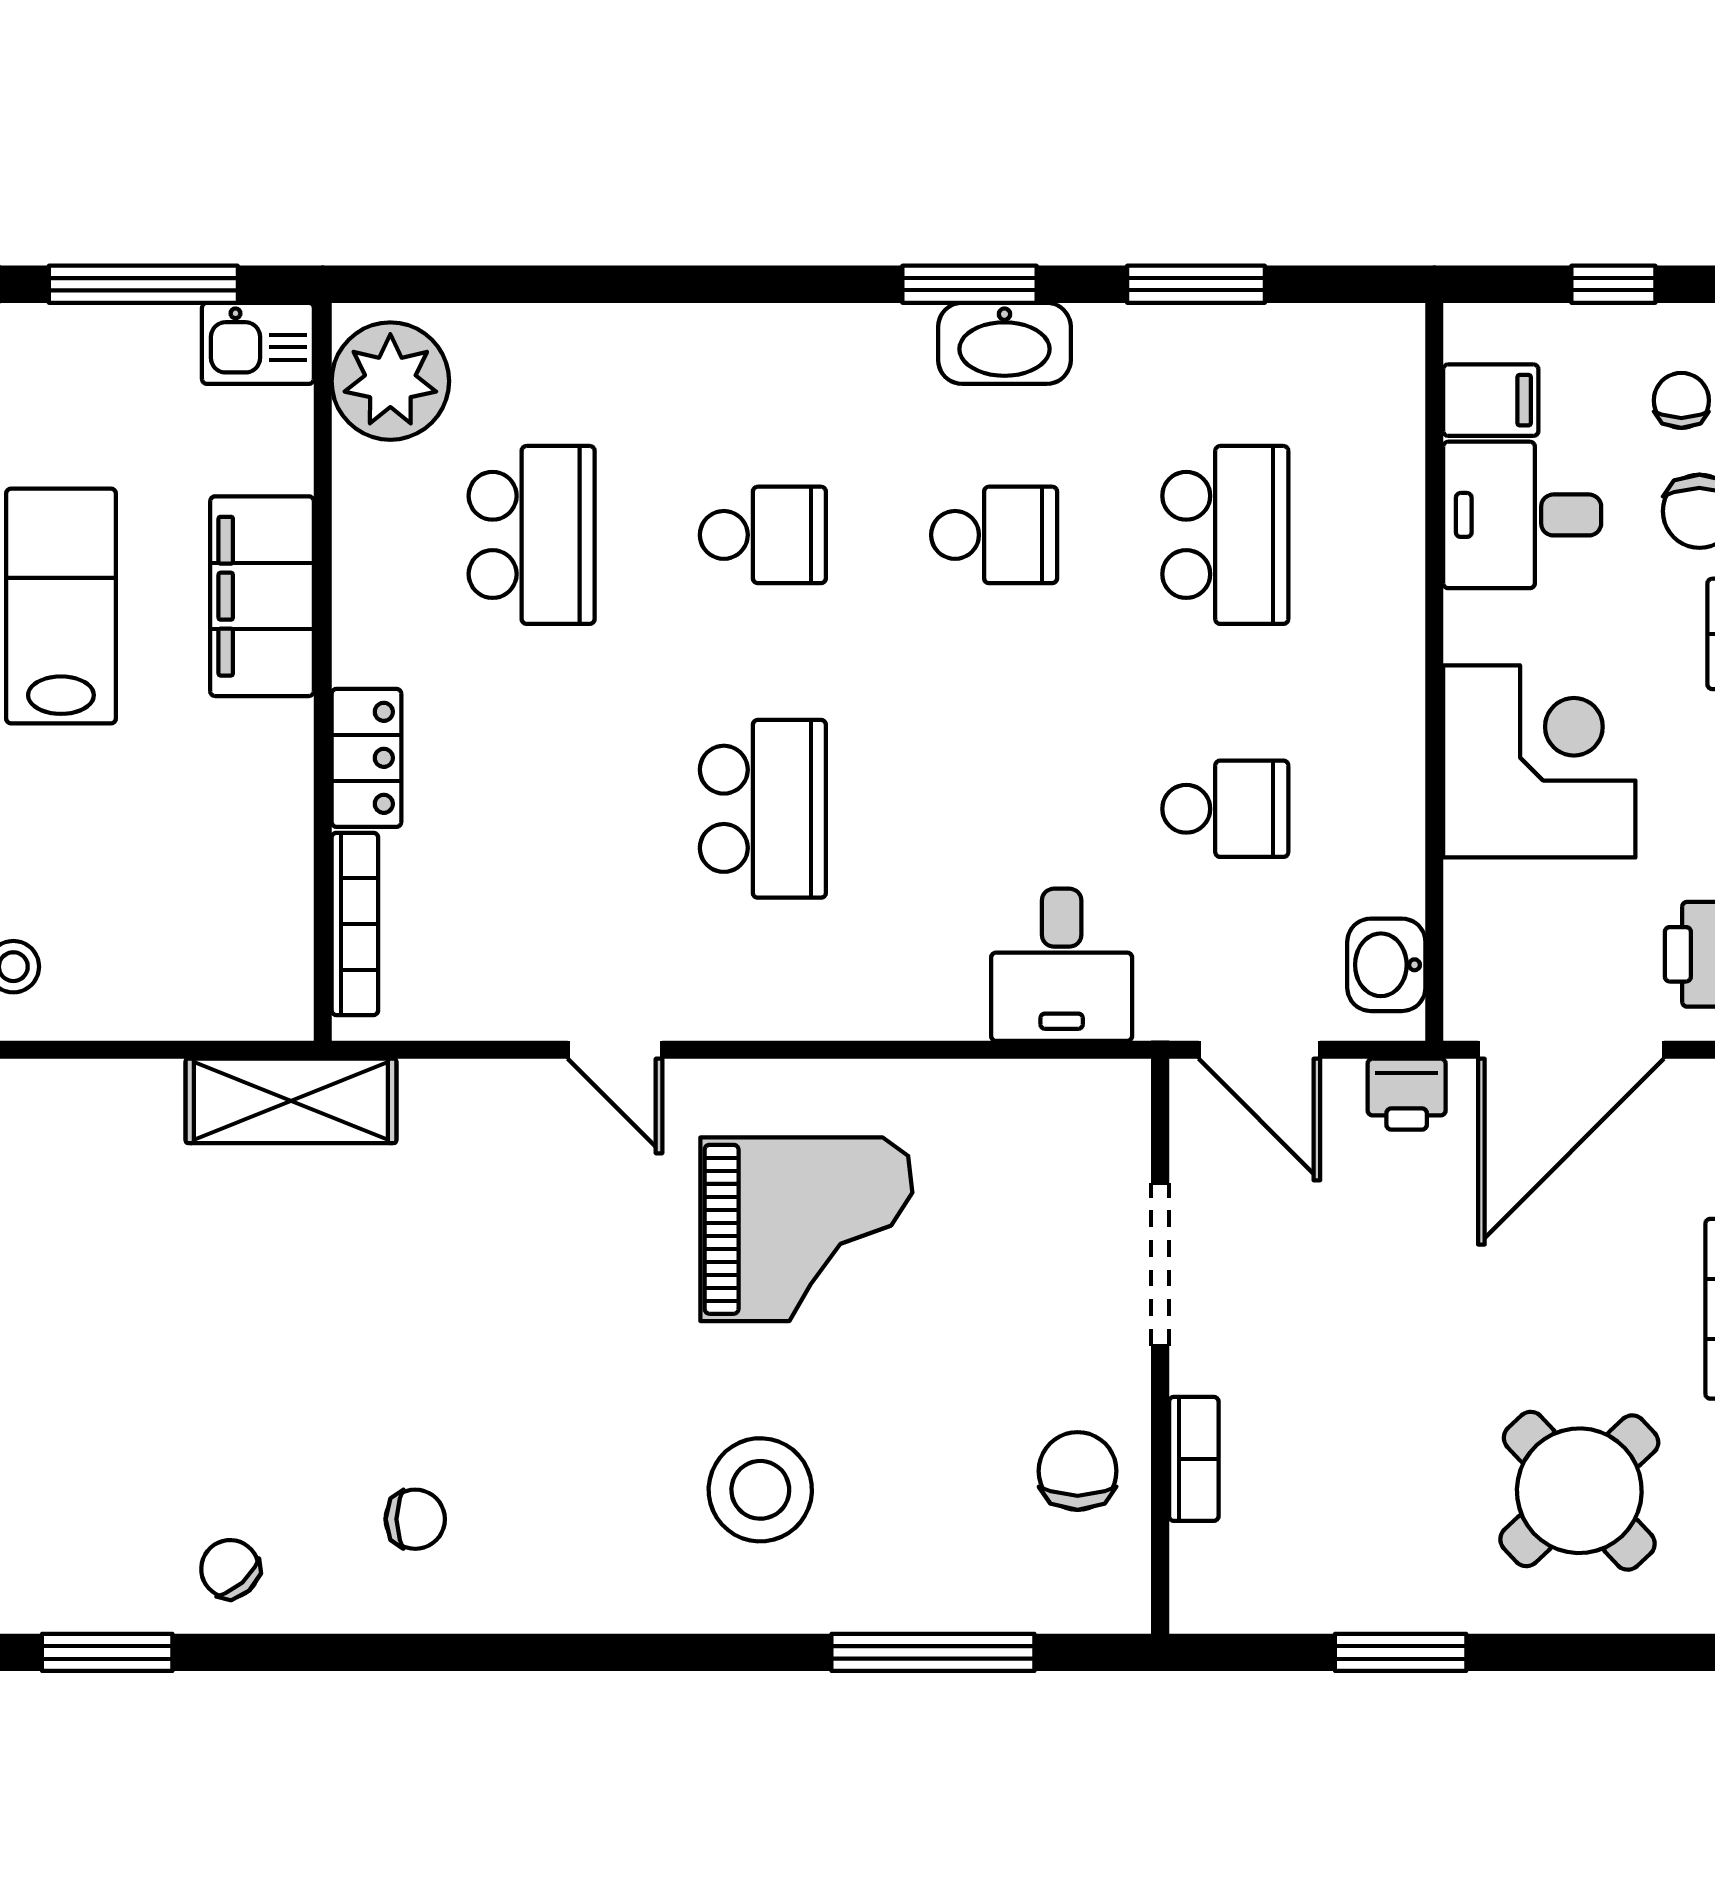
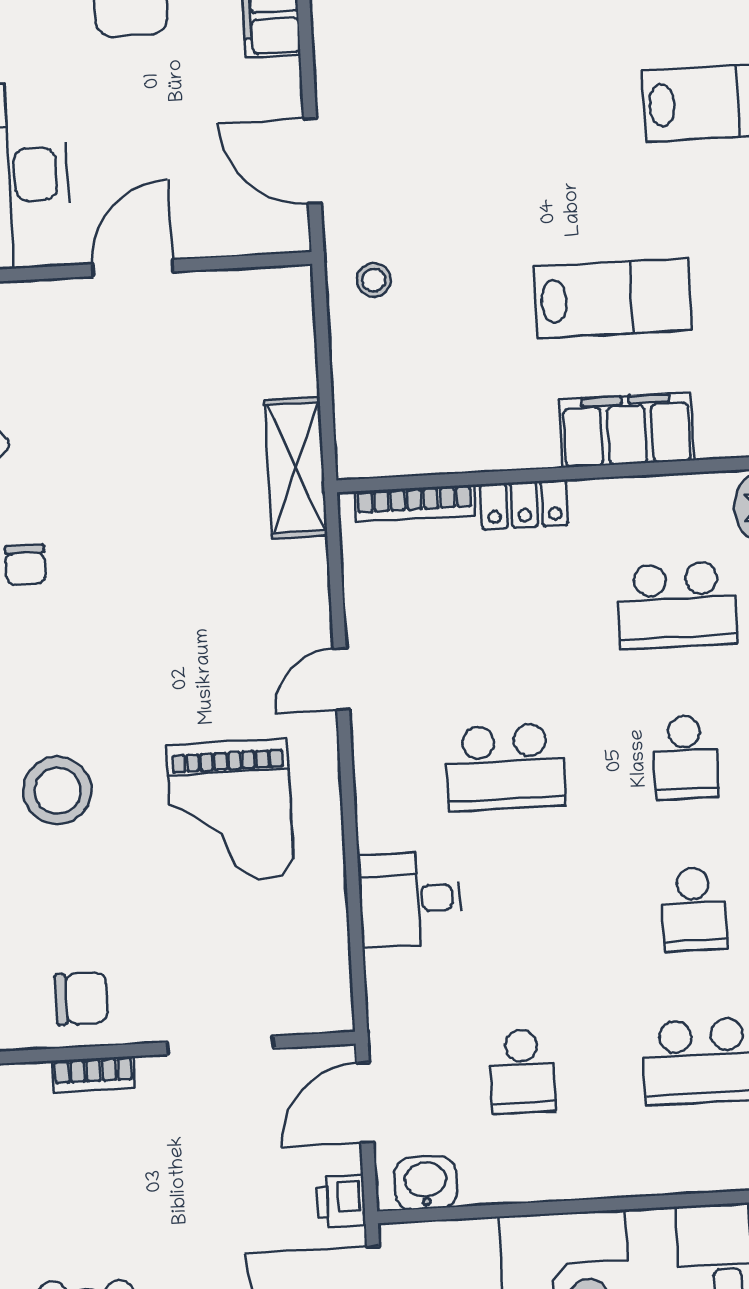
desk: (1062, 965) -> (410, 899), moved

